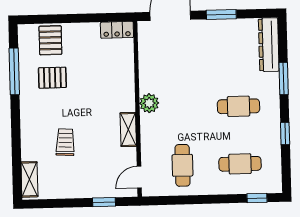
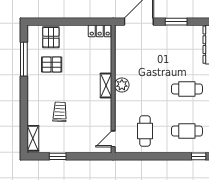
shelving: (128, 129) -> (106, 86), moved
window: (104, 202) -> (58, 156), moved

